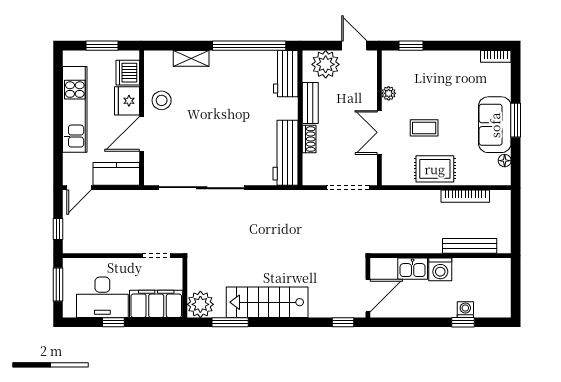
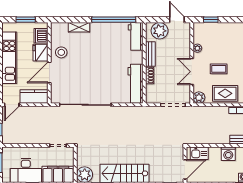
plant: (391, 176) -> (199, 98), added
kitchen sink: (413, 269) -> (199, 153), moved

